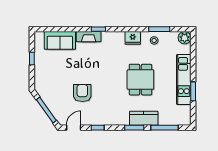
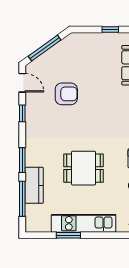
kitchen counter: (144, 118) -> (34, 185), moved

